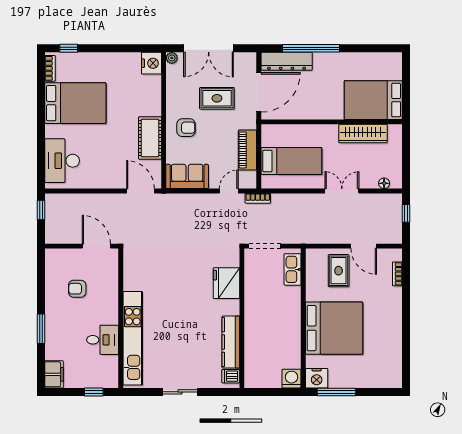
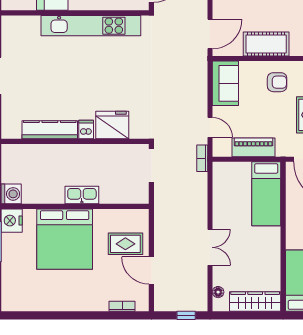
armchair: (186, 128) -> (277, 82), turned -90
wardrobe: (363, 134) -> (255, 301), moved, turned 90
bed: (291, 161) -> (266, 194), moved
door: (364, 246) -> (151, 270), hinge flipped
kitchen sink: (293, 269) -> (82, 195), moved
kitchen unit: (133, 338) -> (91, 26), moved
dishwasher: (231, 376) -> (86, 130), moved

